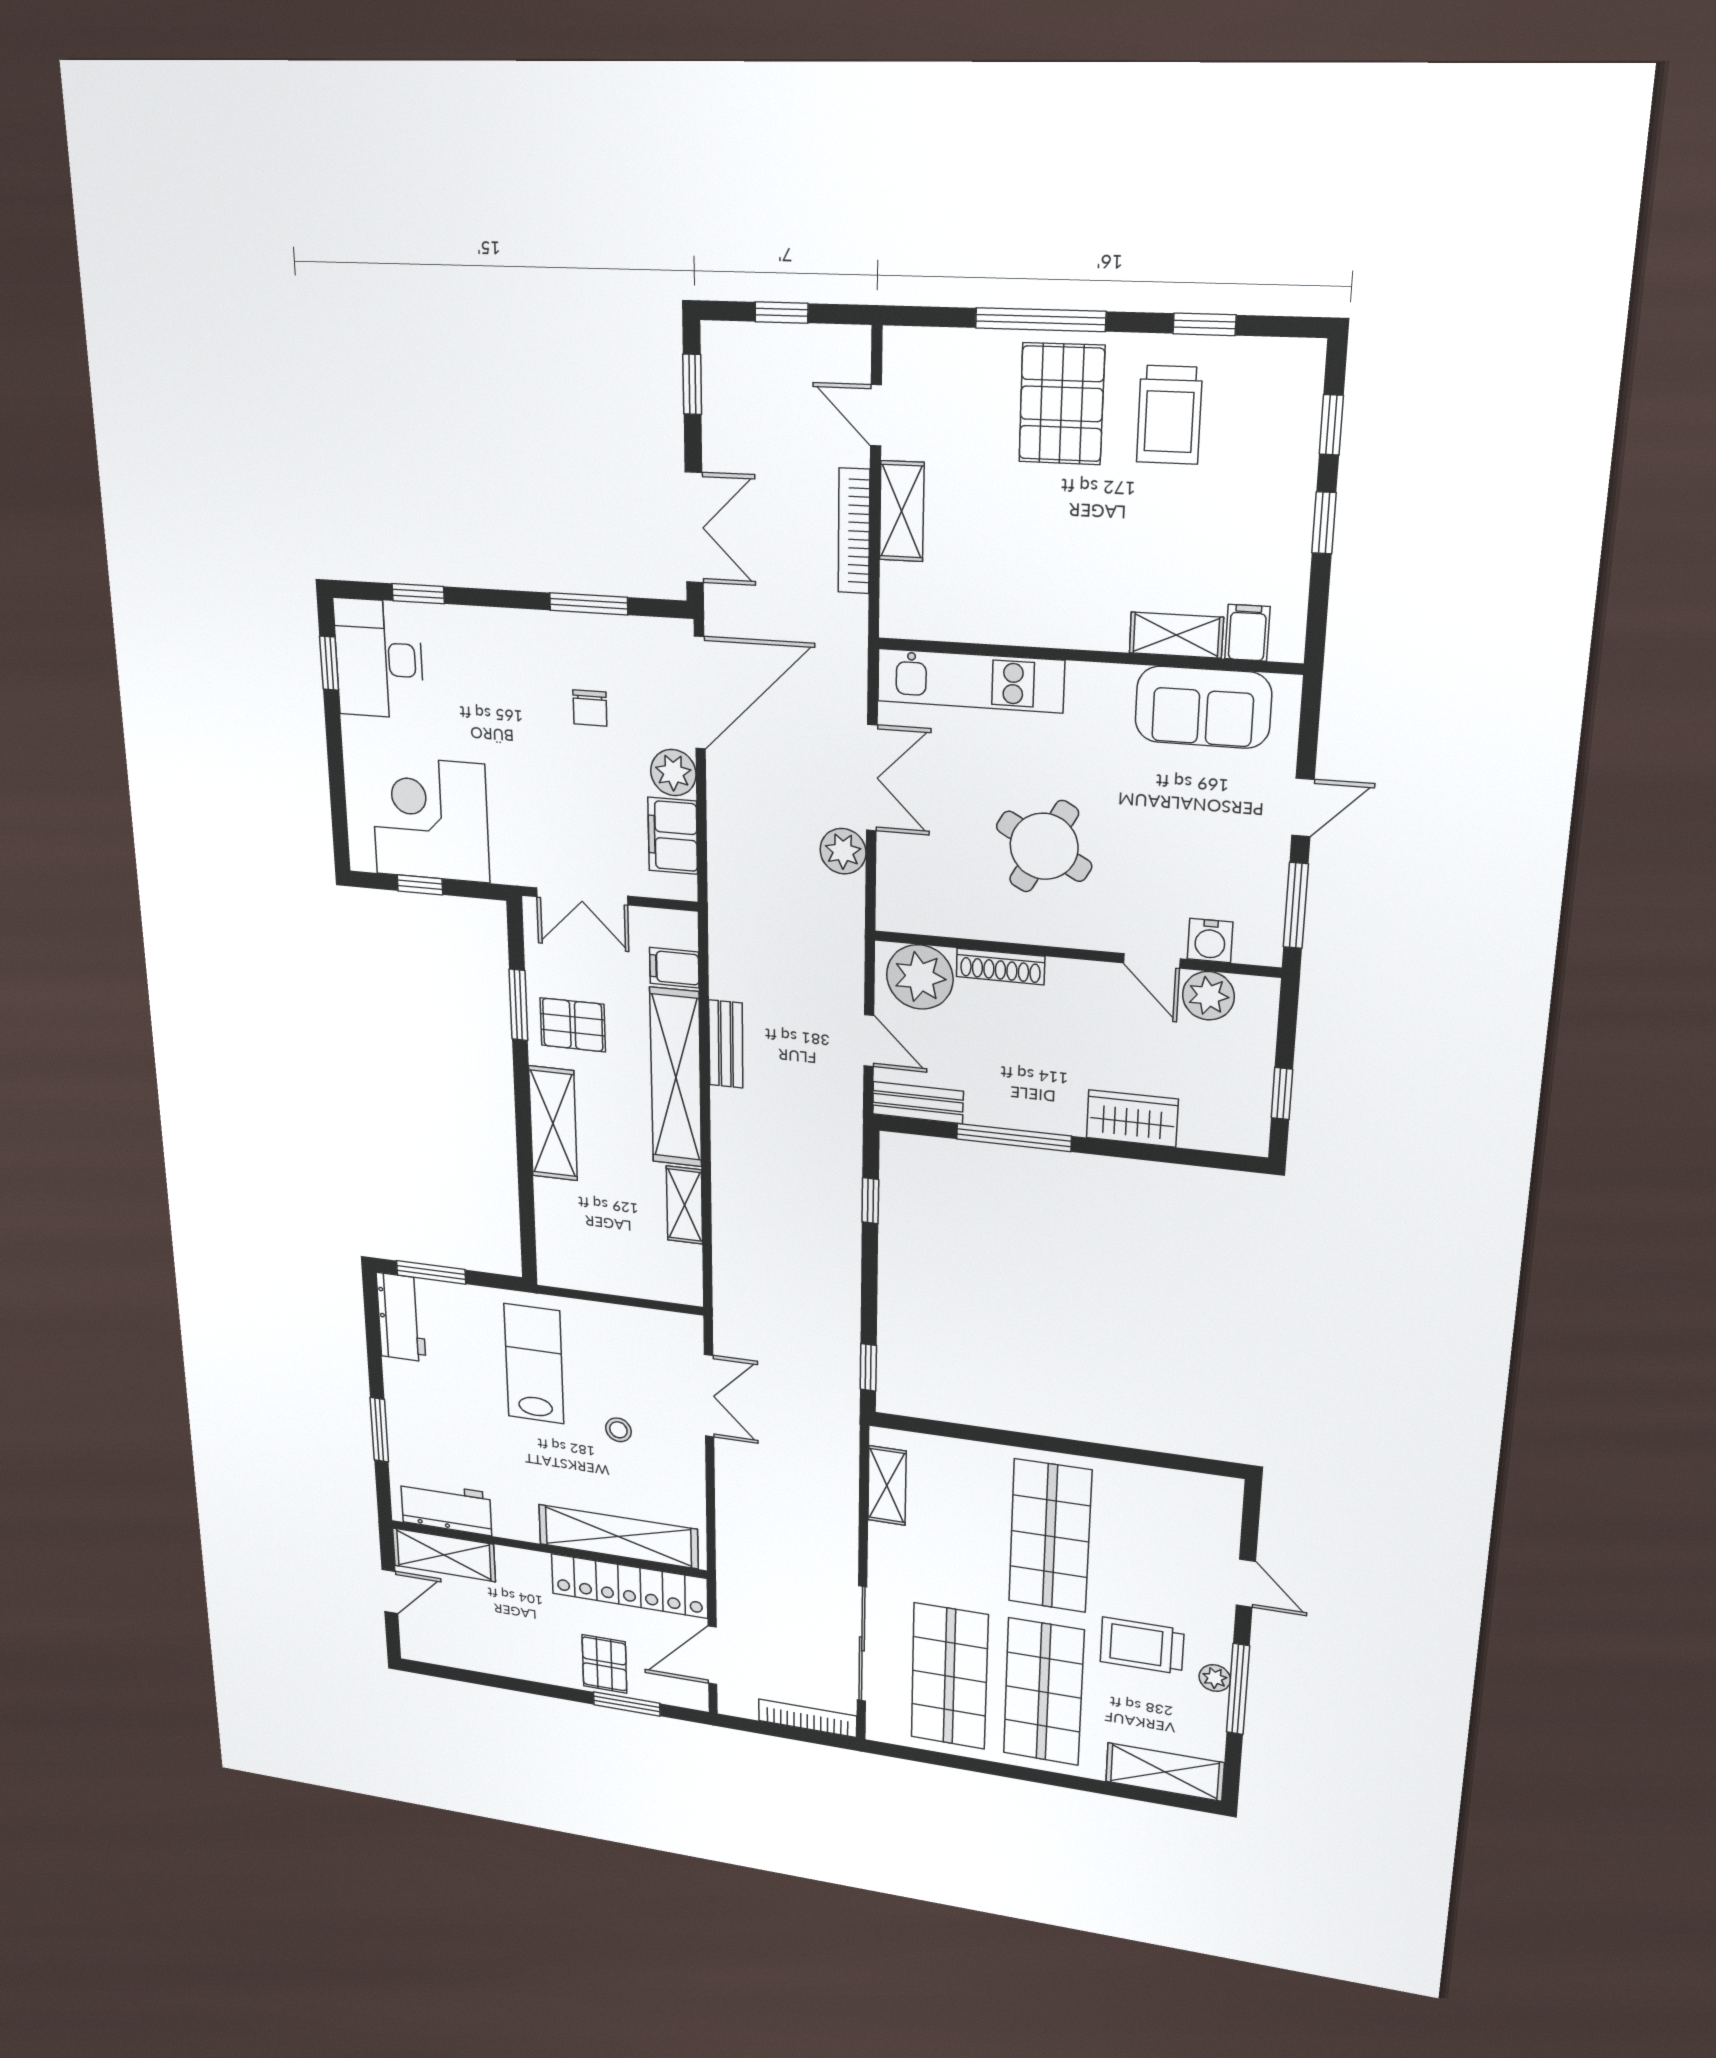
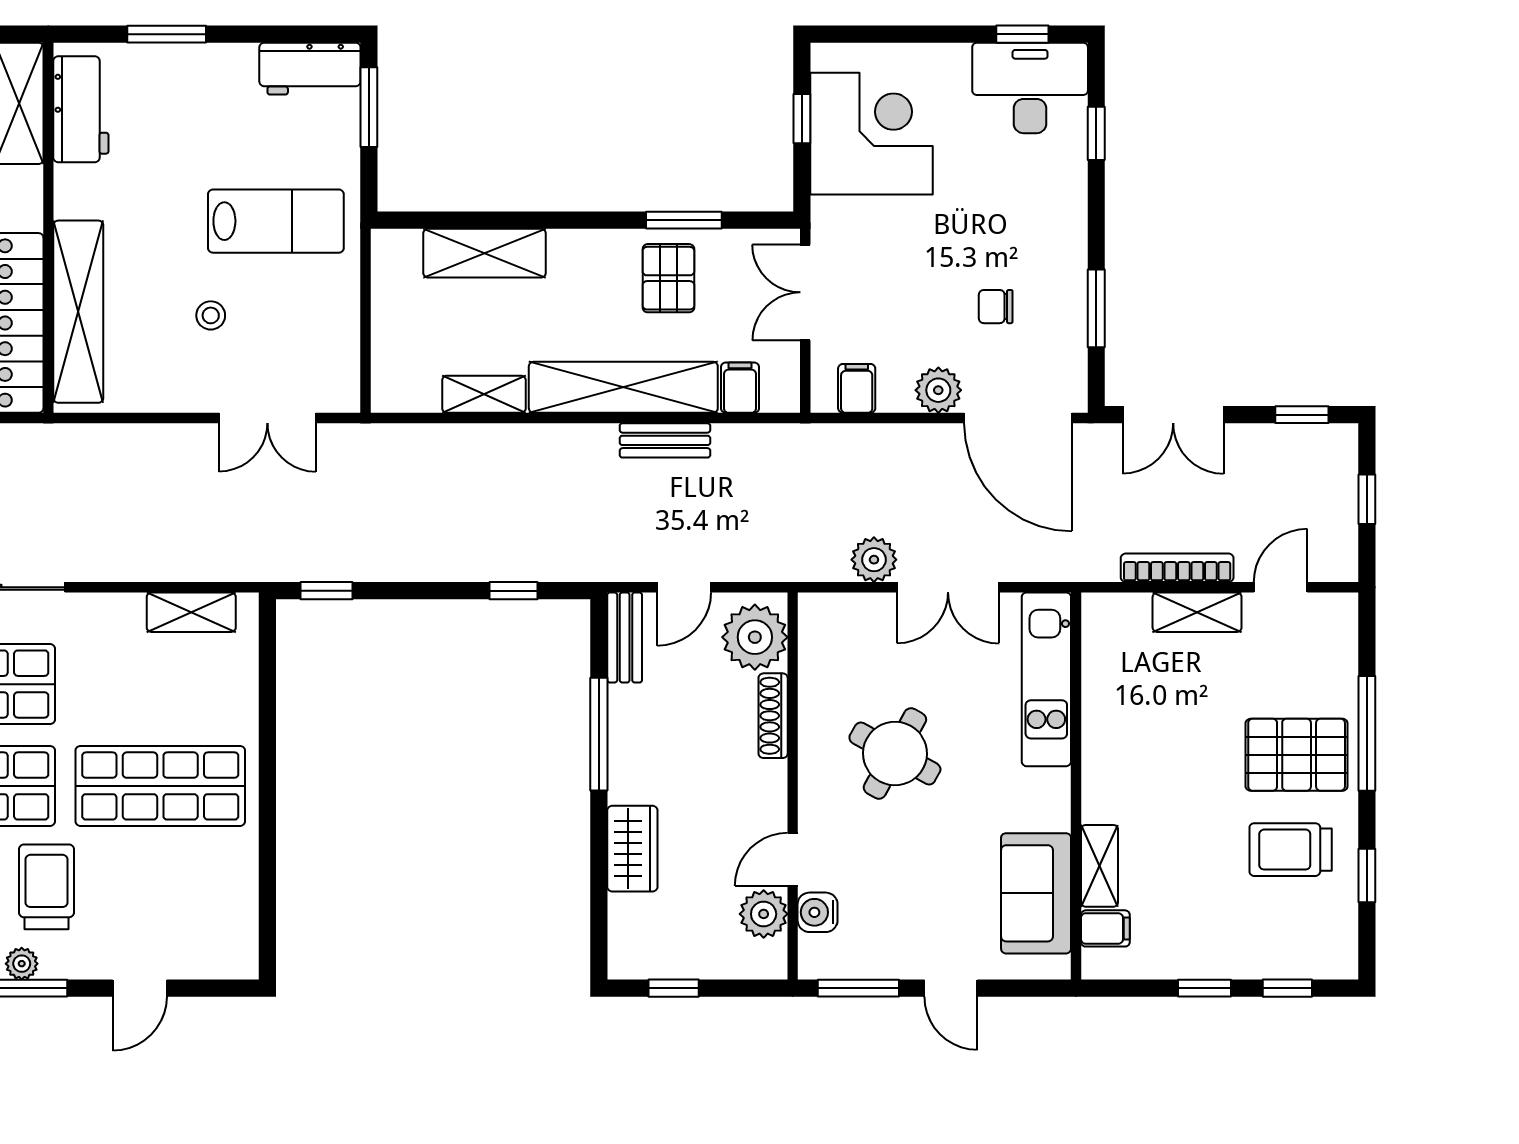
filing cabinet: (673, 836) -> (857, 388), width x0.50
shelving: (553, 1123) -> (485, 253), moved

